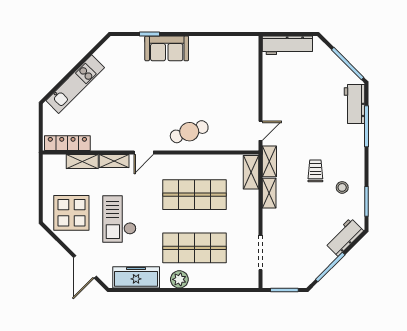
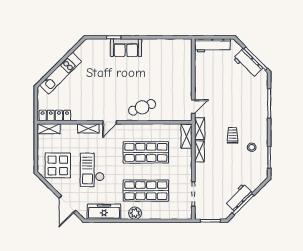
workbench: (354, 104) -> (248, 63), moved, turned -45
shelving: (82, 162) -> (49, 129), moved
workbench: (344, 237) -> (239, 197), moved

